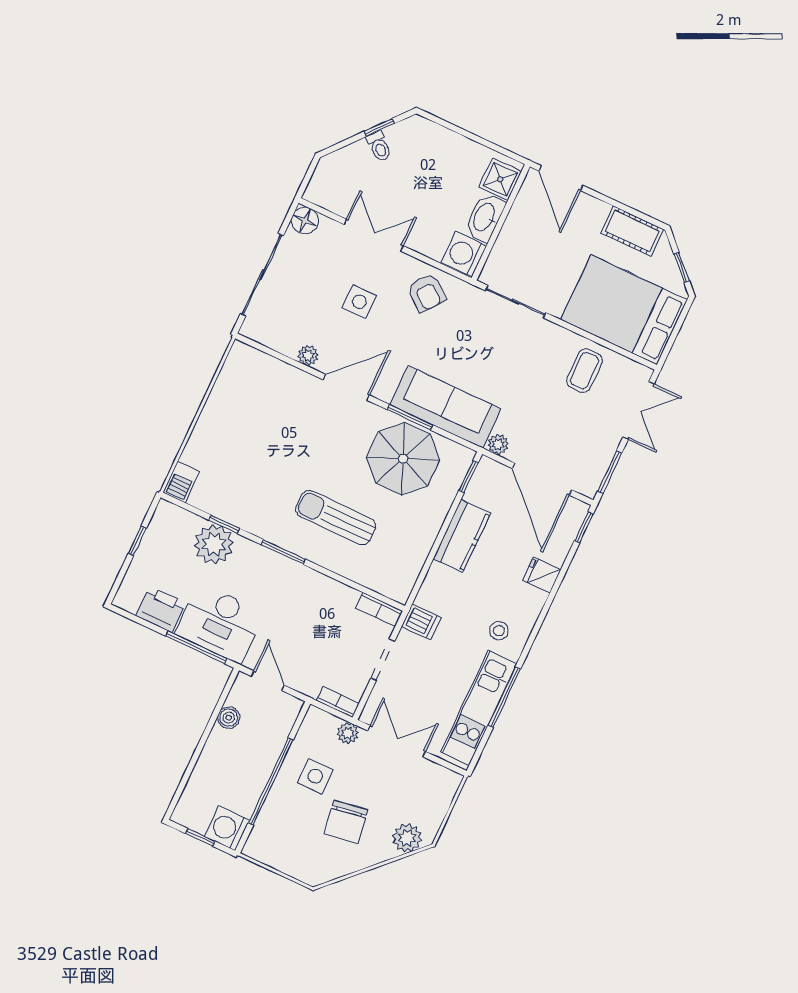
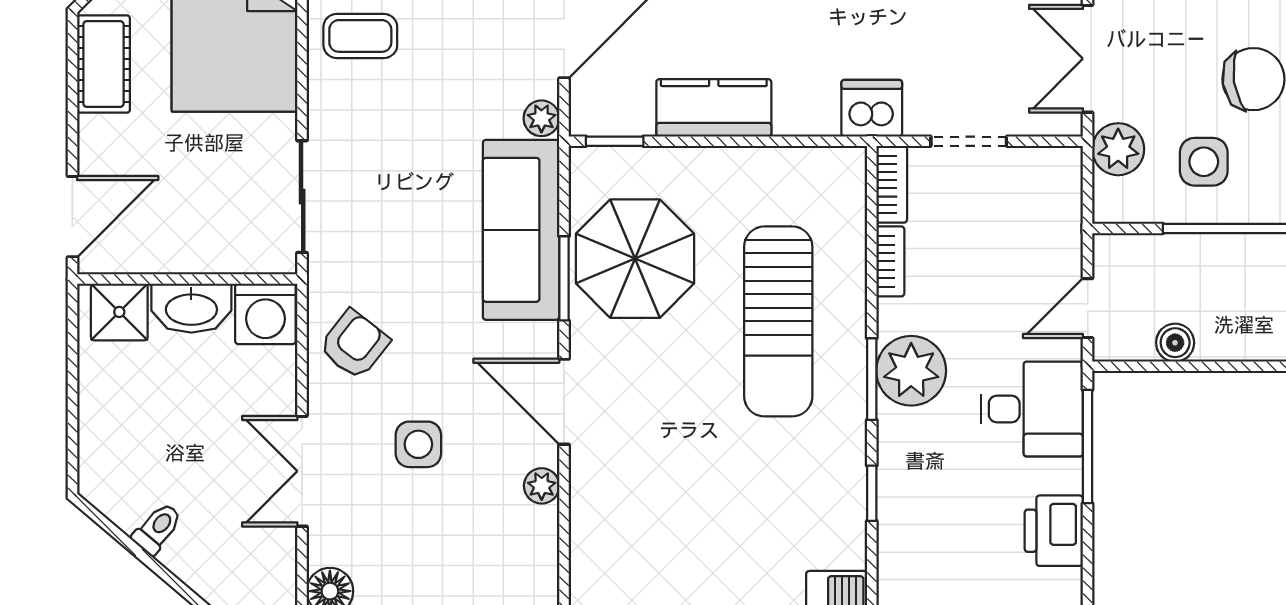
window: (379, 127) -> (127, 542), removed
sun lounger: (336, 518) -> (778, 321), width x1.36, depth x1.34
plant: (214, 544) -> (911, 371), moved
dishwasher: (421, 622) -> (872, 108), width x1.38
desk: (220, 623) -> (1032, 409), width x0.73
bookcase: (338, 702) -> (890, 261), moved, turned 180
plant: (348, 733) -> (1118, 149), width x1.38, depth x1.38

